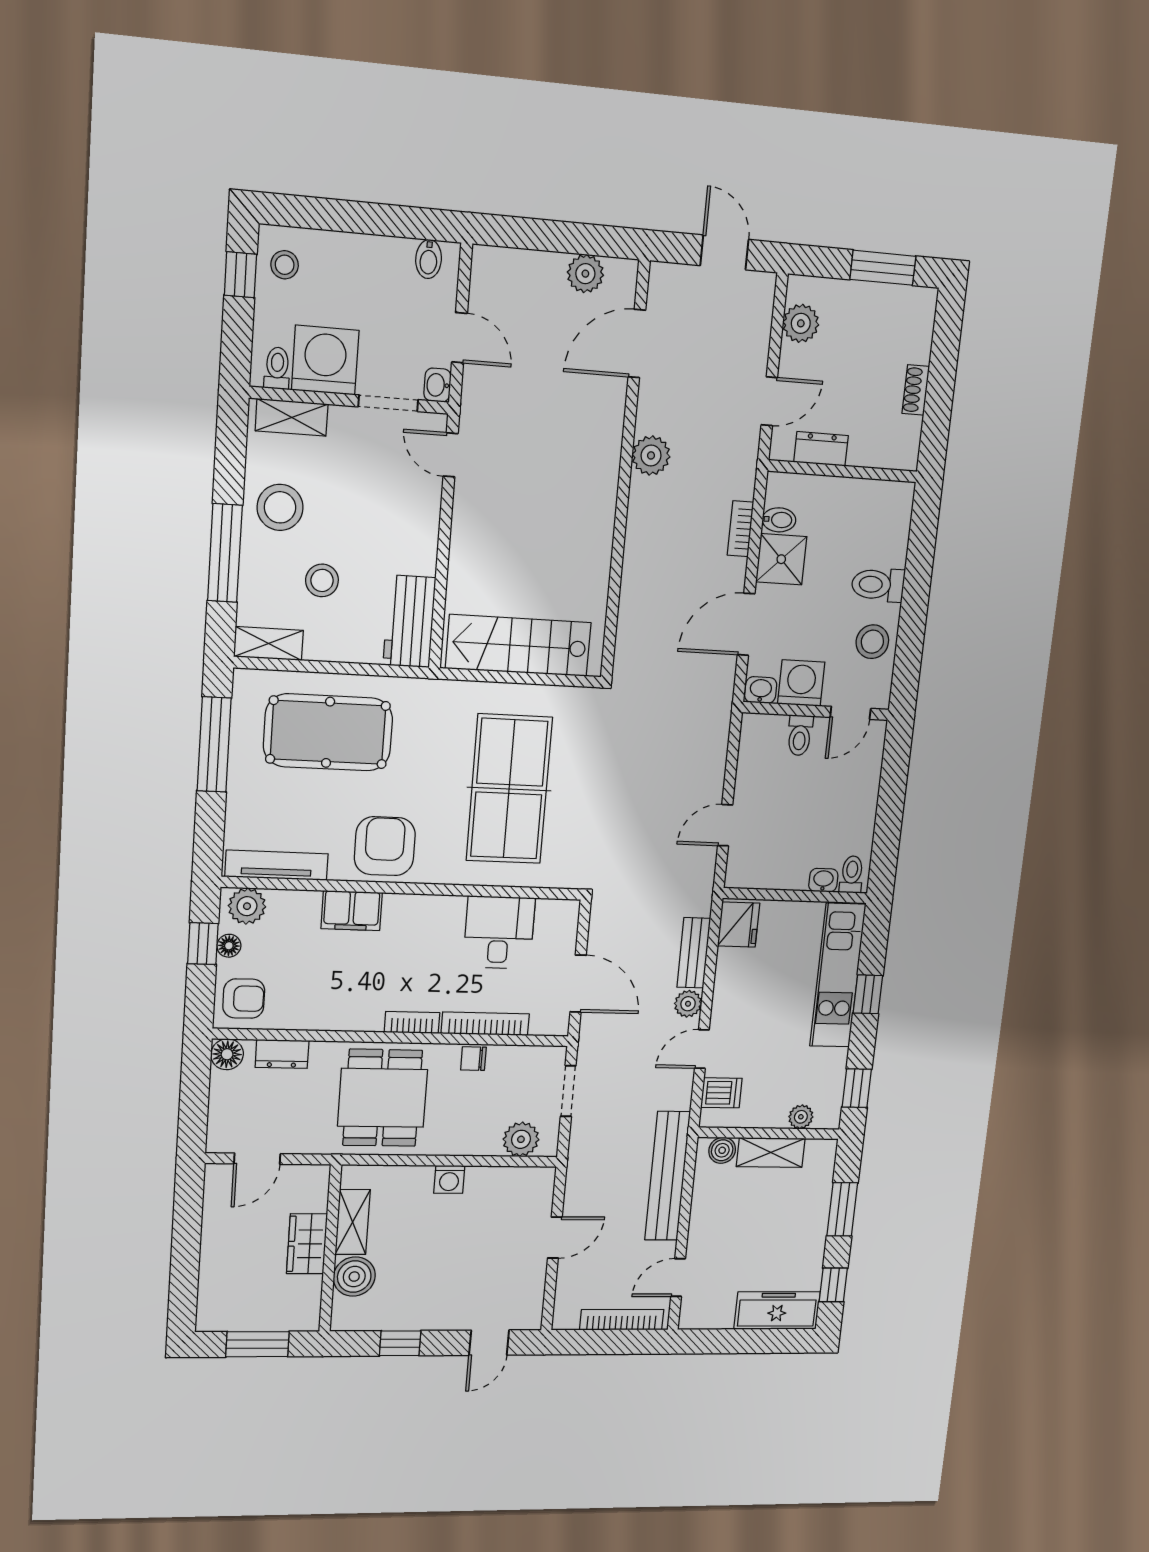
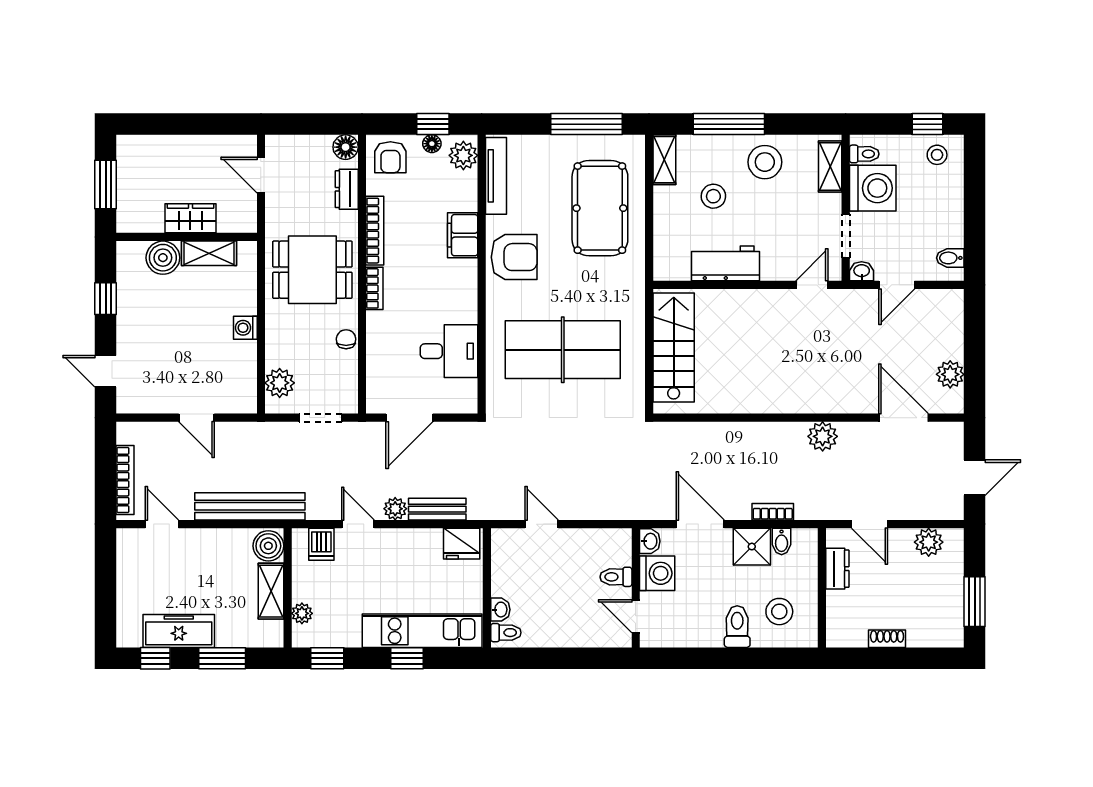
workbench: (409, 621) -> (726, 263), moved
stool: (872, 642) -> (779, 612), moved
bookcase: (485, 1024) -> (375, 231), moved
boiler: (722, 1150) -> (268, 546), width x1.36, depth x1.36
freezer: (777, 1310) -> (179, 631), moved, turned -90

